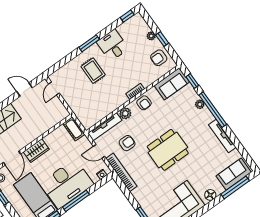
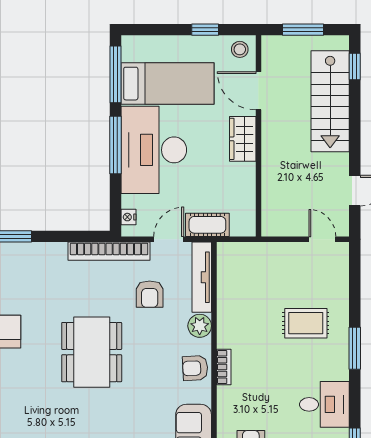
desk: (113, 45) -> (324, 404), moved
cot: (74, 129) -> (207, 225), moved

